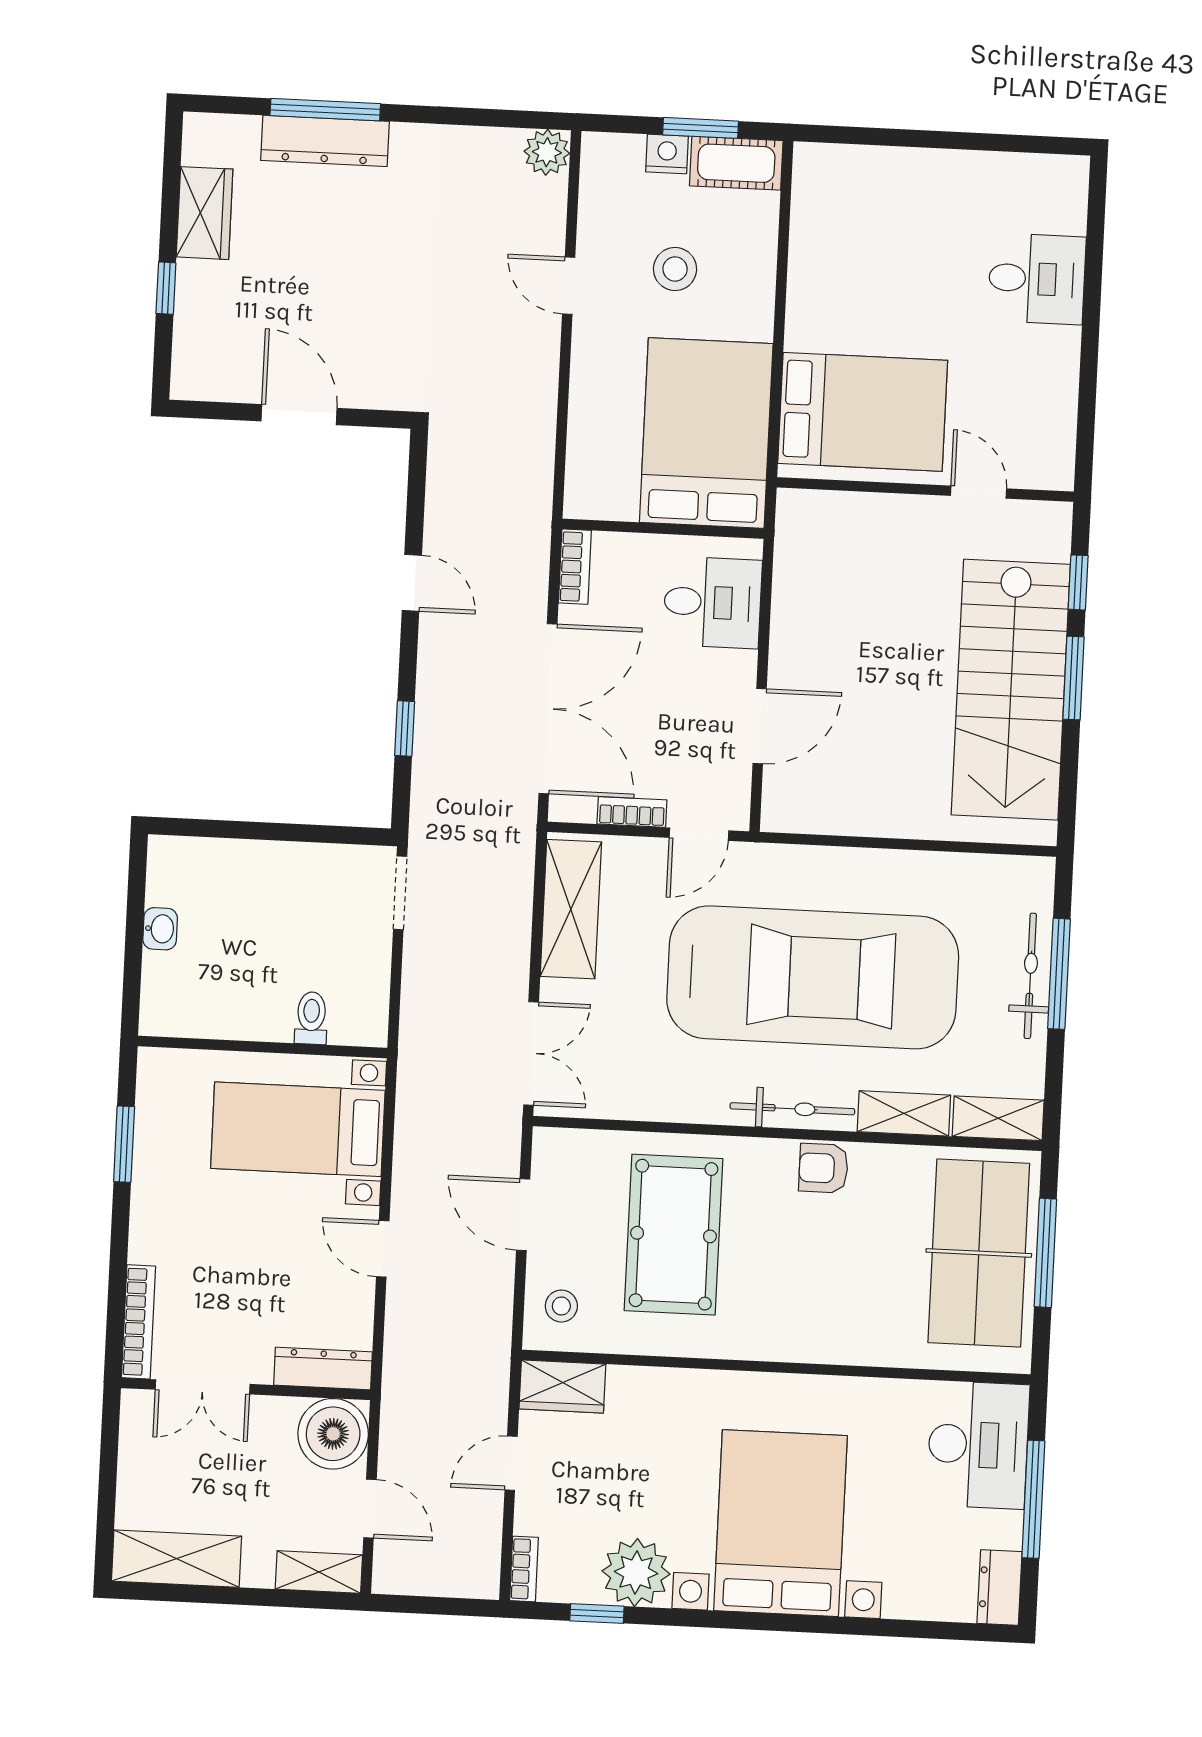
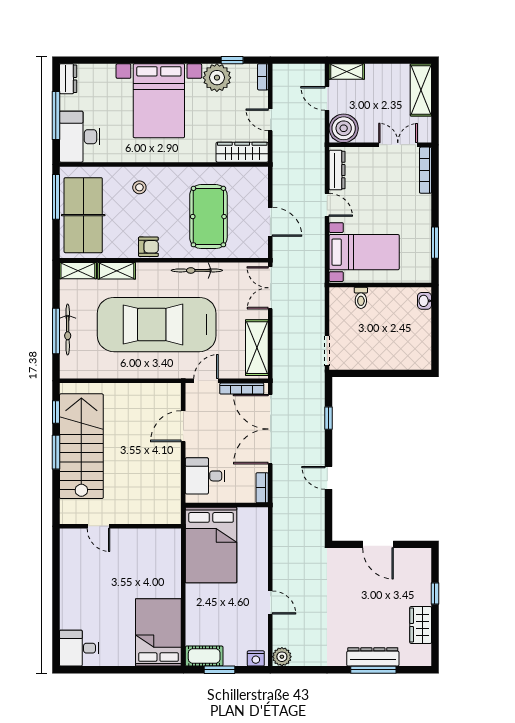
nightstand: (667, 154) -> (256, 658), moved
stool: (675, 269) -> (227, 612), removed
desk: (1037, 279) -> (79, 648), moved
bed: (863, 412) -> (158, 632), moved, turned 90
window: (1078, 582) -> (56, 412), moved
bookcase: (632, 812) -> (242, 389), width x1.56
washbasin: (160, 929) -> (425, 301), moved
bicycle: (792, 1109) -> (197, 270), moved
window: (1045, 1253) -> (56, 197), moved
stool: (561, 1306) -> (139, 187), moved
dresser: (323, 1368) -> (337, 170), moved, turned -90
wardrobe: (562, 1387) -> (242, 152), width x1.50
door: (511, 1463) -> (270, 120), swing flipped
shelving: (176, 1559) -> (421, 90), moved, turned 90

